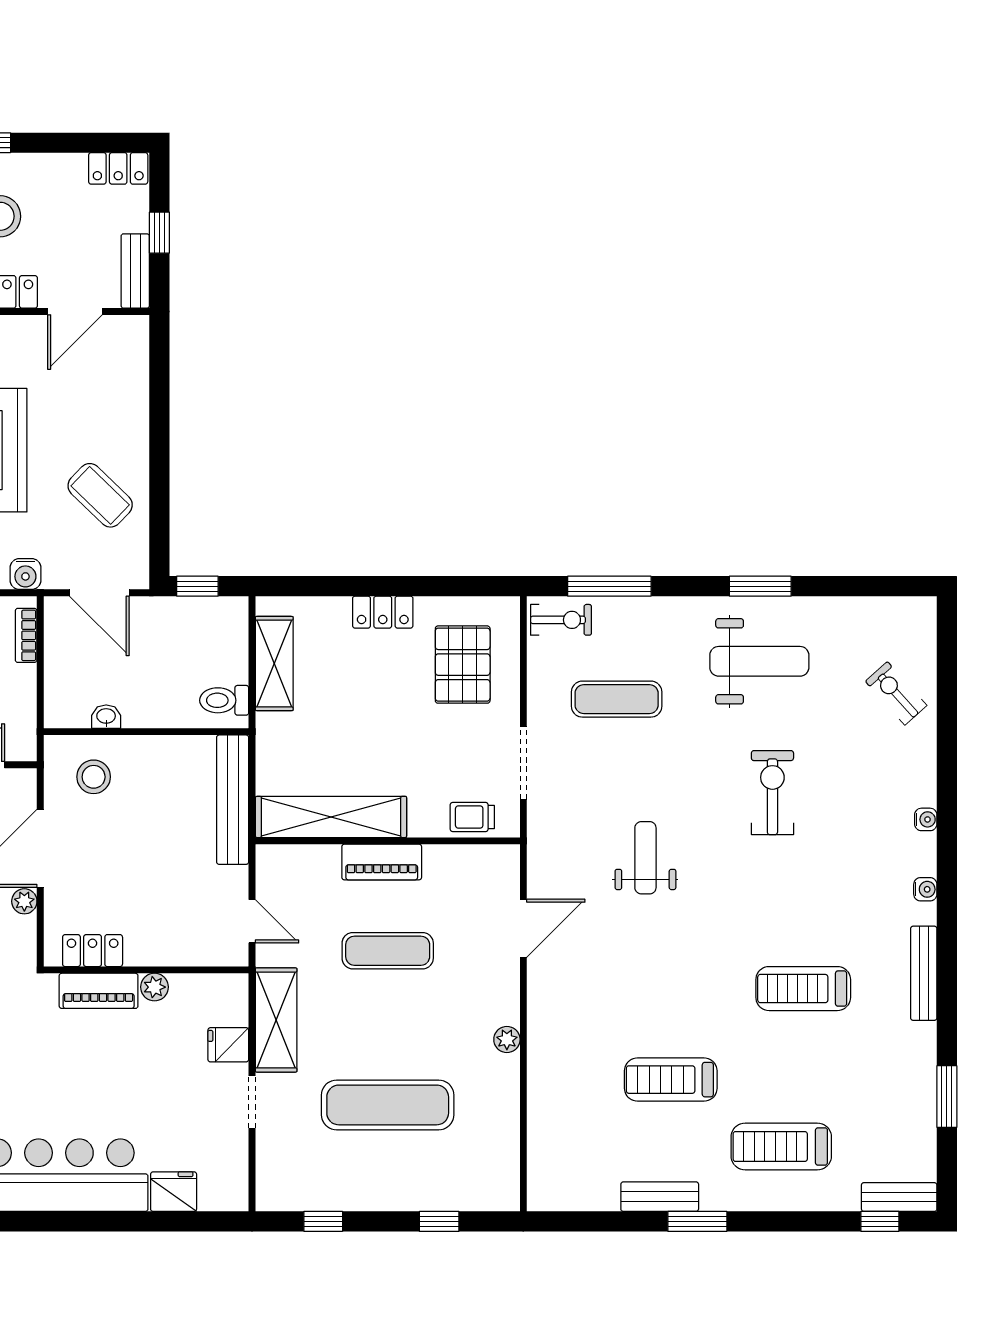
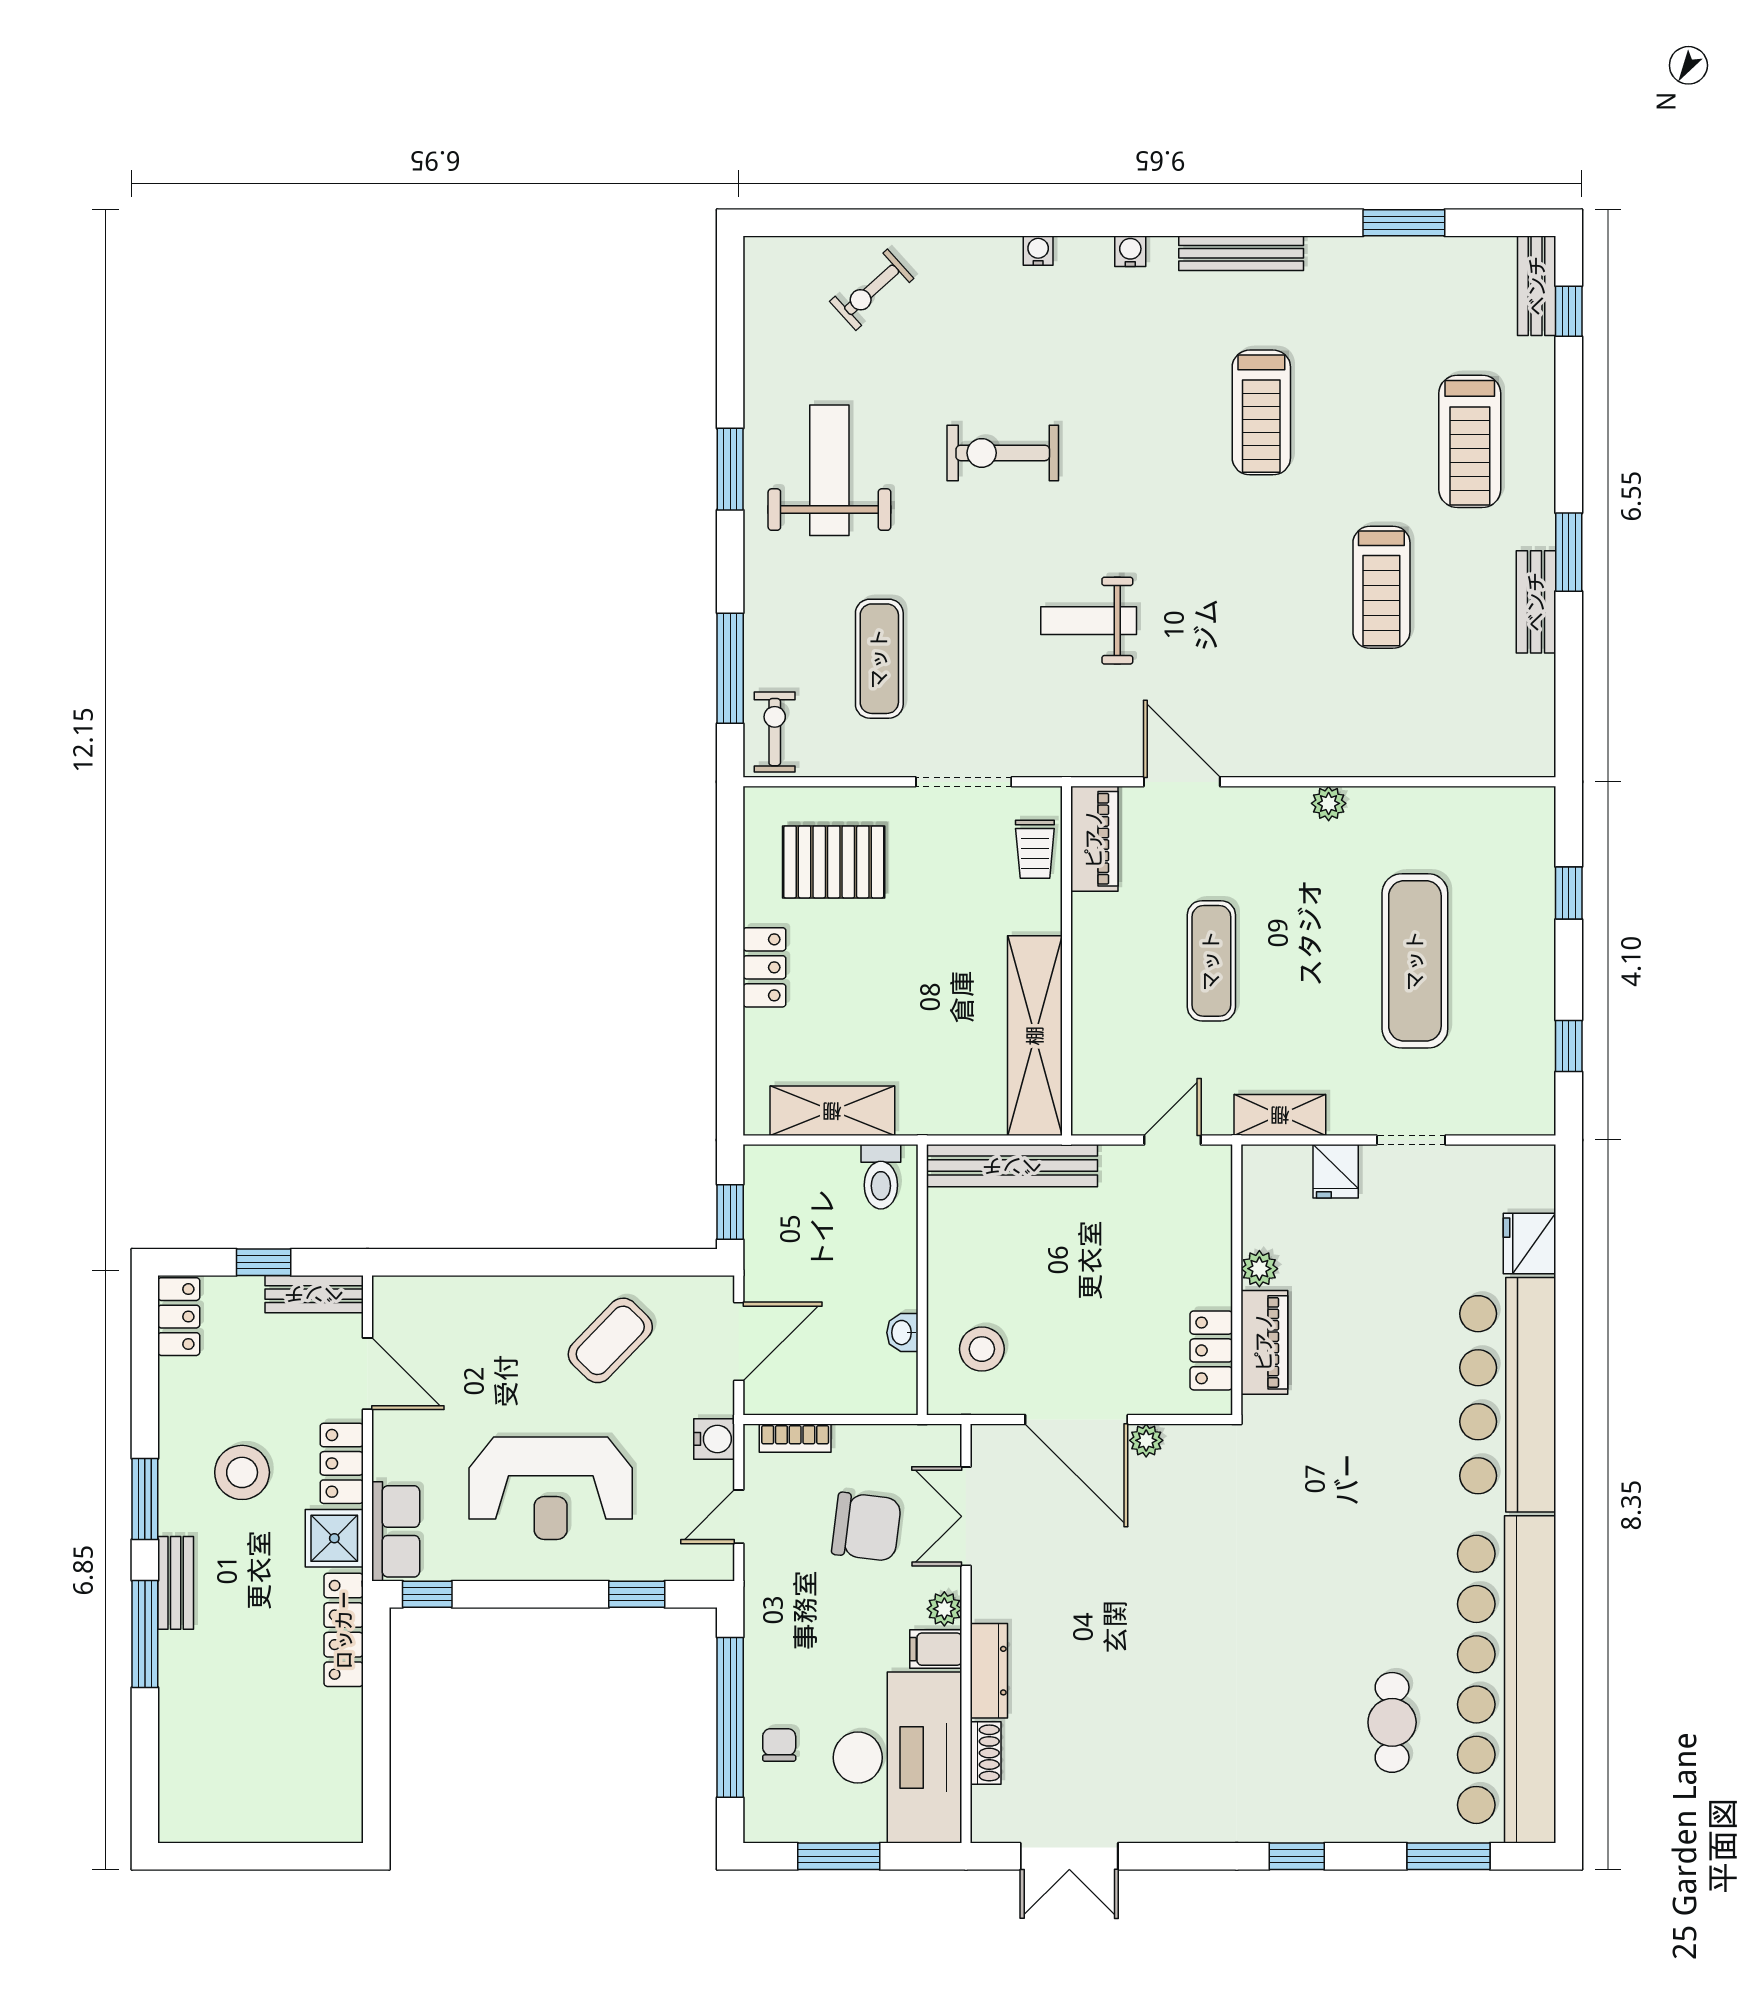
piano: (382, 862) -> (1094, 839), moved
shelving: (276, 1020) -> (1280, 1115), width x0.67, depth x0.75

